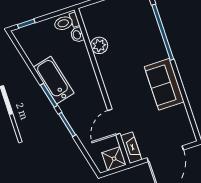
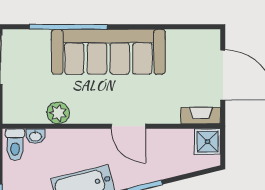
sofa: (164, 84) -> (108, 52), width x1.85, depth x1.27
door: (114, 122) -> (128, 126), moved

